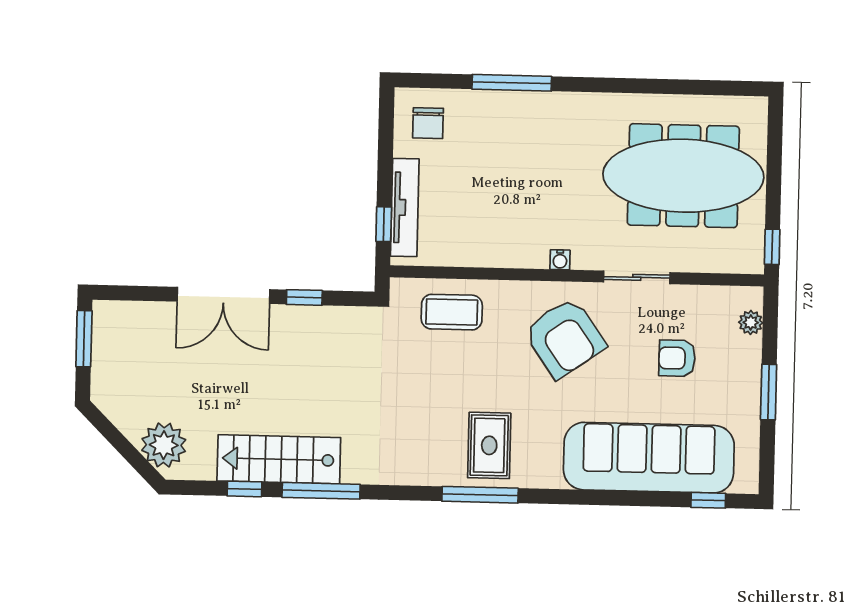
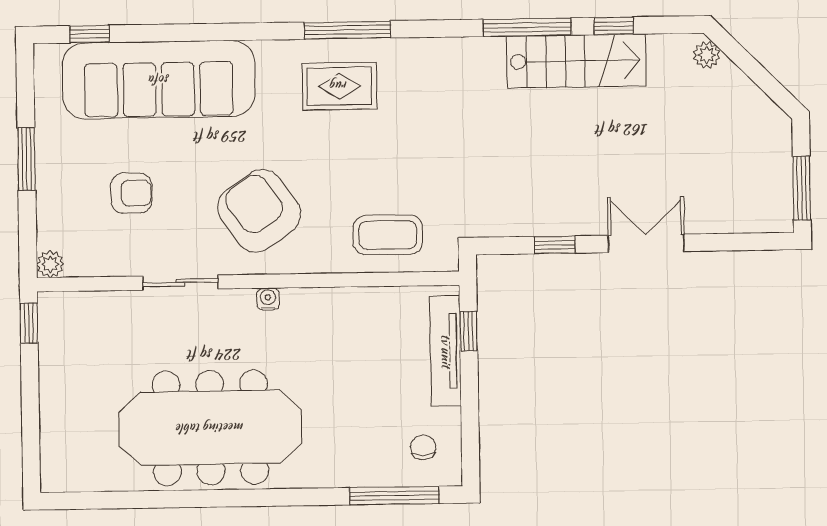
window: (512, 83) -> (394, 496), moved
chair: (428, 123) -> (423, 447), width x0.73, depth x0.73
meeting table: (683, 176) -> (210, 428), moved
double door: (224, 295) -> (646, 243), width x0.73
plant: (751, 322) -> (50, 264), moved
plant: (164, 445) -> (707, 55), width x0.53, depth x0.53
rug: (489, 445) -> (339, 86), turned 90

